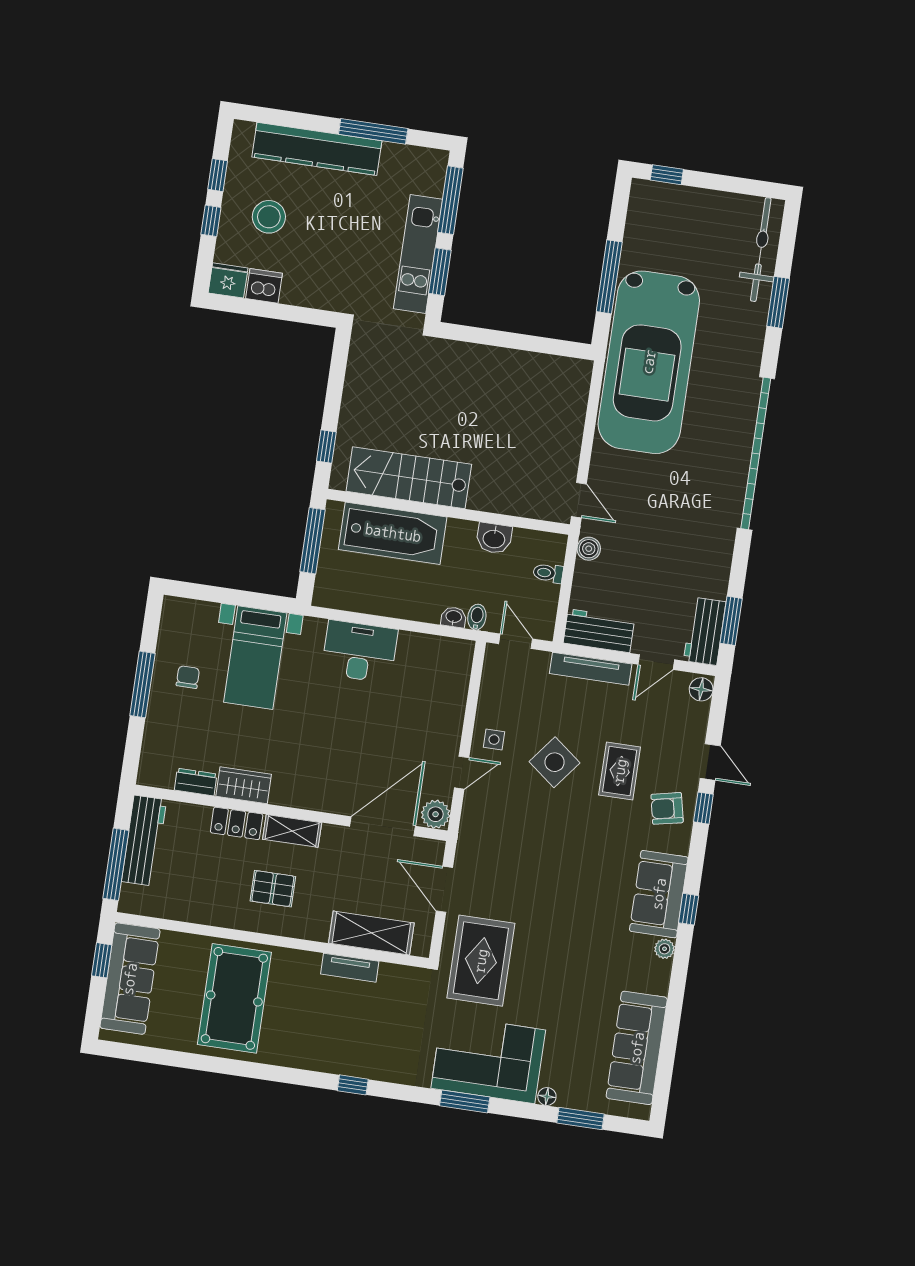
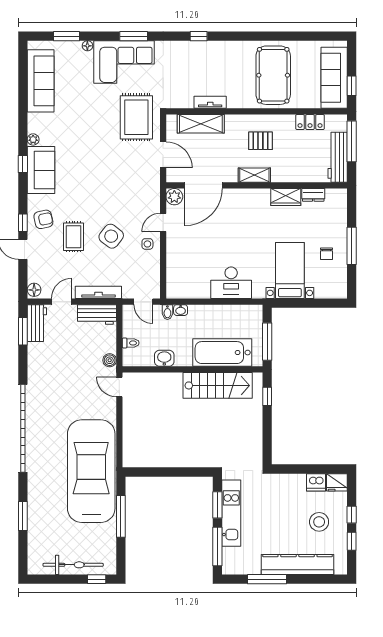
bicycle: (761, 250) -> (73, 565), moved, turned -90
locker: (237, 823) -> (310, 122), moved, turned 180

